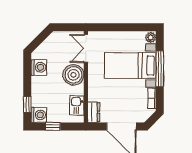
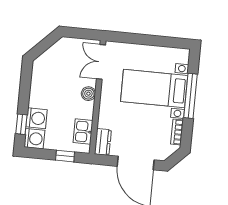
plant: (151, 37) -> (183, 56), removed
washing machine: (39, 67) -> (37, 118), moved
boiler: (74, 75) -> (88, 94), width x0.54, depth x0.54
window: (53, 126) -> (65, 156), moved

